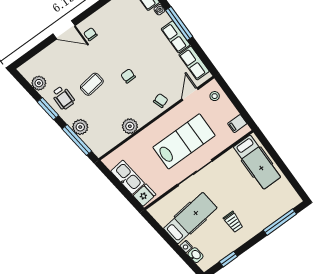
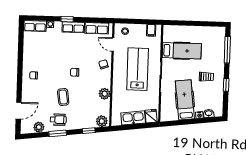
window: (179, 23) -> (67, 19), width x0.46
door: (64, 30) -> (19, 111), moved
plant: (80, 127) -> (102, 121), moved
window: (77, 140) -> (89, 131), width x0.46
hospital bed: (257, 162) -> (182, 51), moved
window: (228, 259) -> (226, 85), moved

